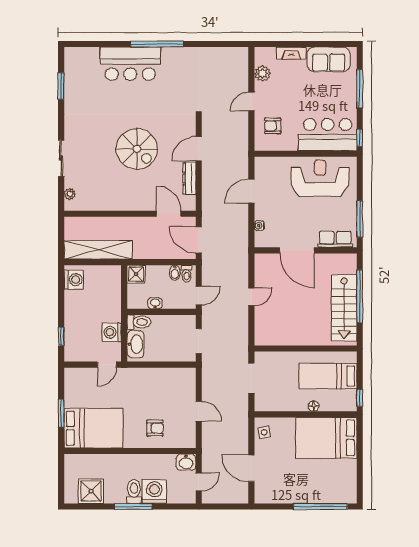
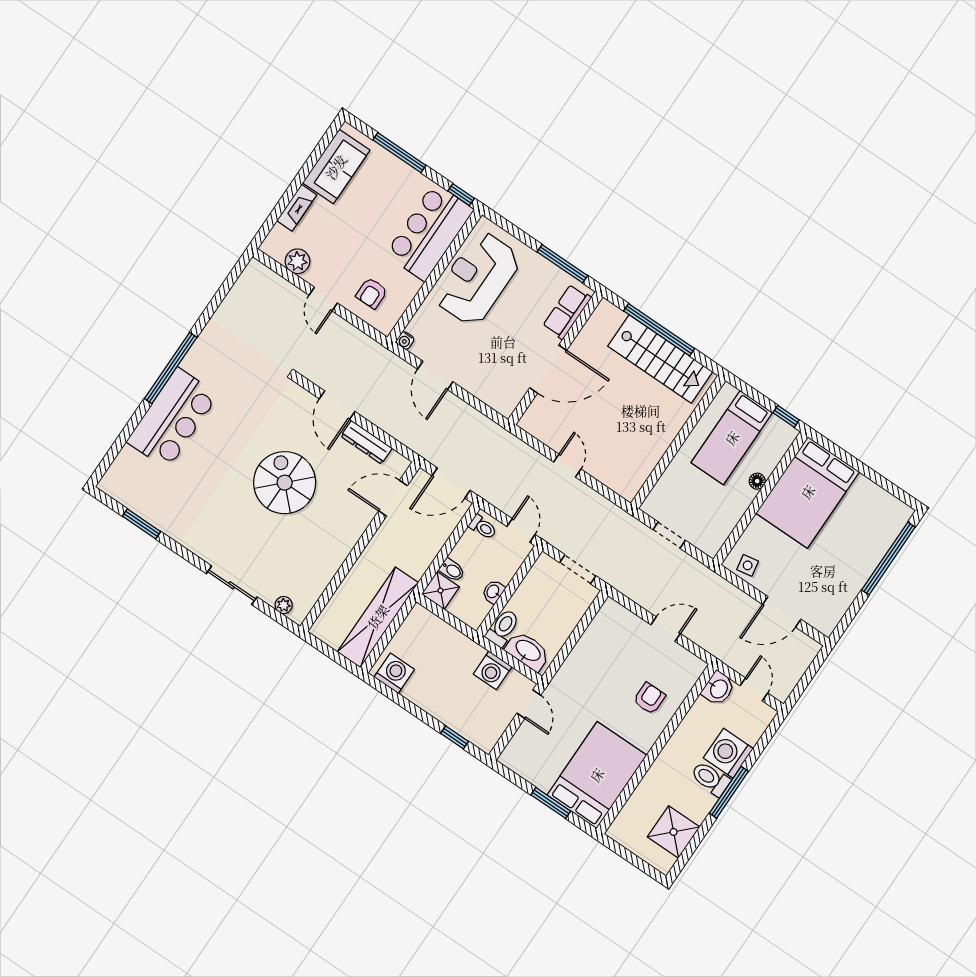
spiral stairs: (137, 149) -> (285, 483), turned -90
water cooler: (259, 226) -> (405, 340), moved
bidet: (175, 273) -> (452, 570), moved
doorway: (251, 378) -> (669, 535), width x0.73

